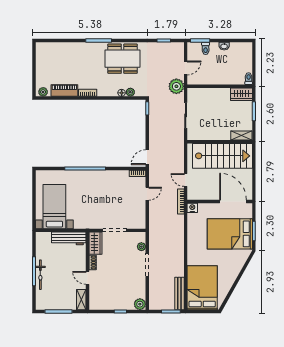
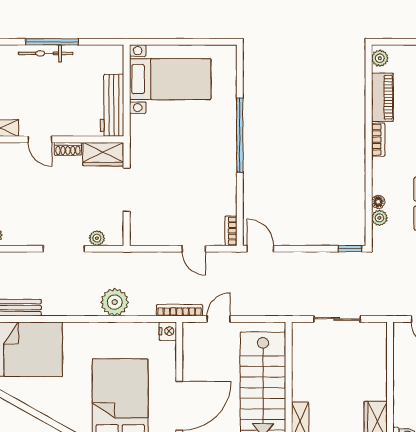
plant: (176, 86) -> (115, 302), moved
door: (87, 278) -> (40, 139), swing flipped

